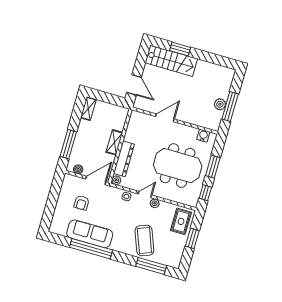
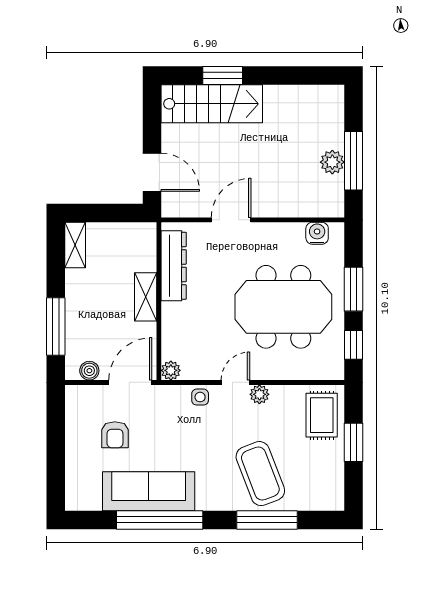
dresser: (124, 159) -> (174, 266), moved
window: (151, 266) -> (267, 520), moved

